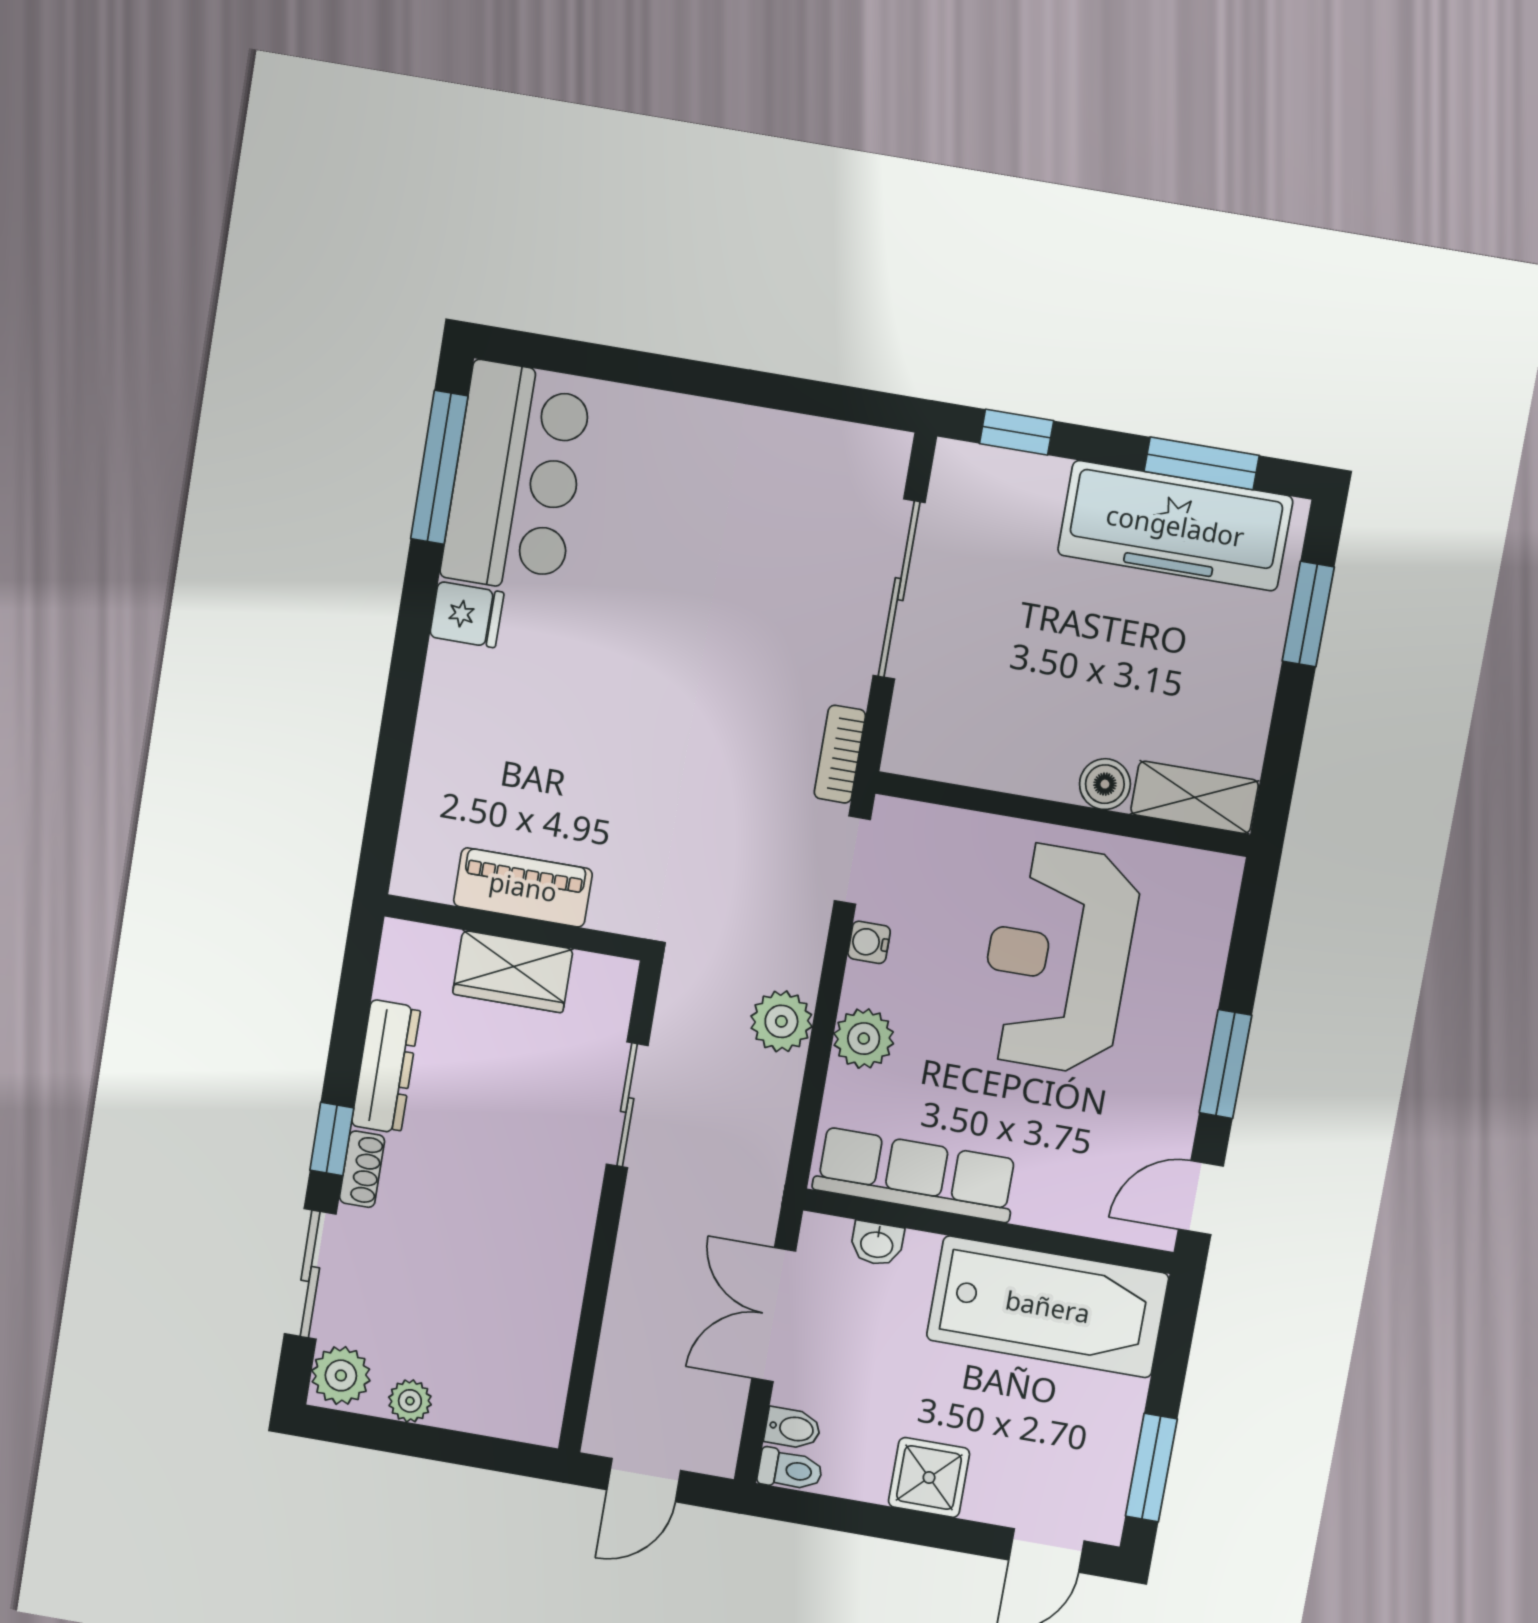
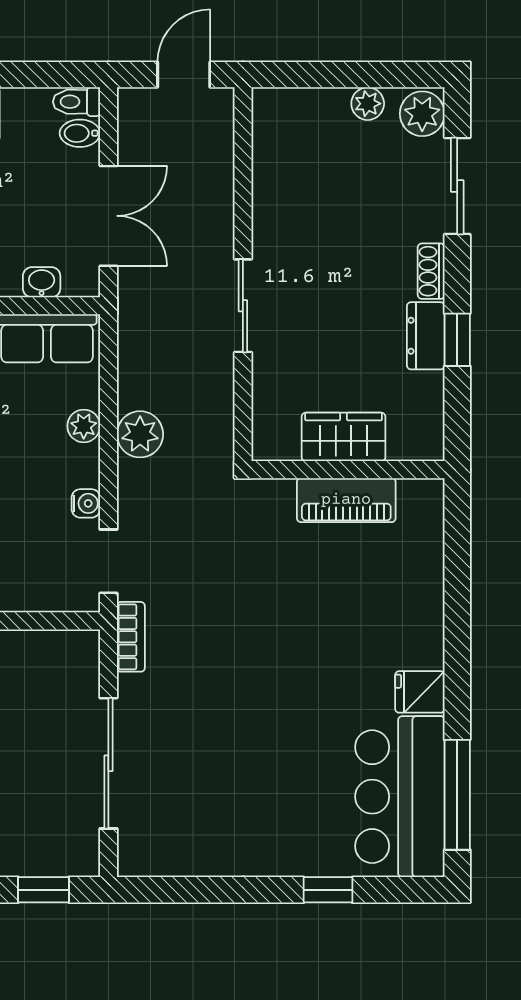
window: (633, 368) -> (328, 890), added
plant: (864, 1039) -> (84, 426), width x0.73, depth x0.73
dresser: (386, 1067) -> (426, 336), width x0.70
sliding door: (627, 1105) -> (243, 306), moved
window: (332, 1139) -> (457, 340), moved

